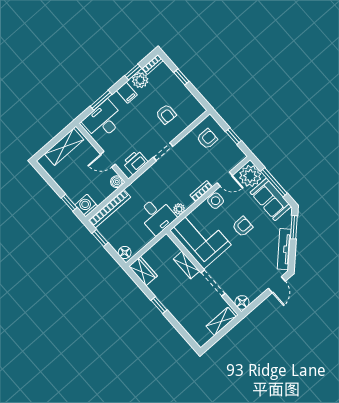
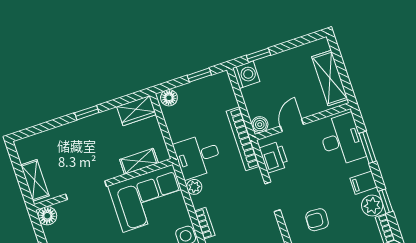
bookcase: (109, 209) -> (243, 139), moved
shelving: (186, 265) -> (139, 161), moved

